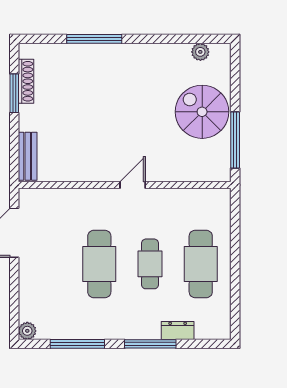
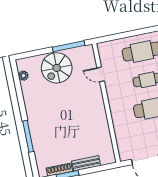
bench: (28, 156) -> (86, 163), moved
door: (133, 185) -> (101, 74), moved

